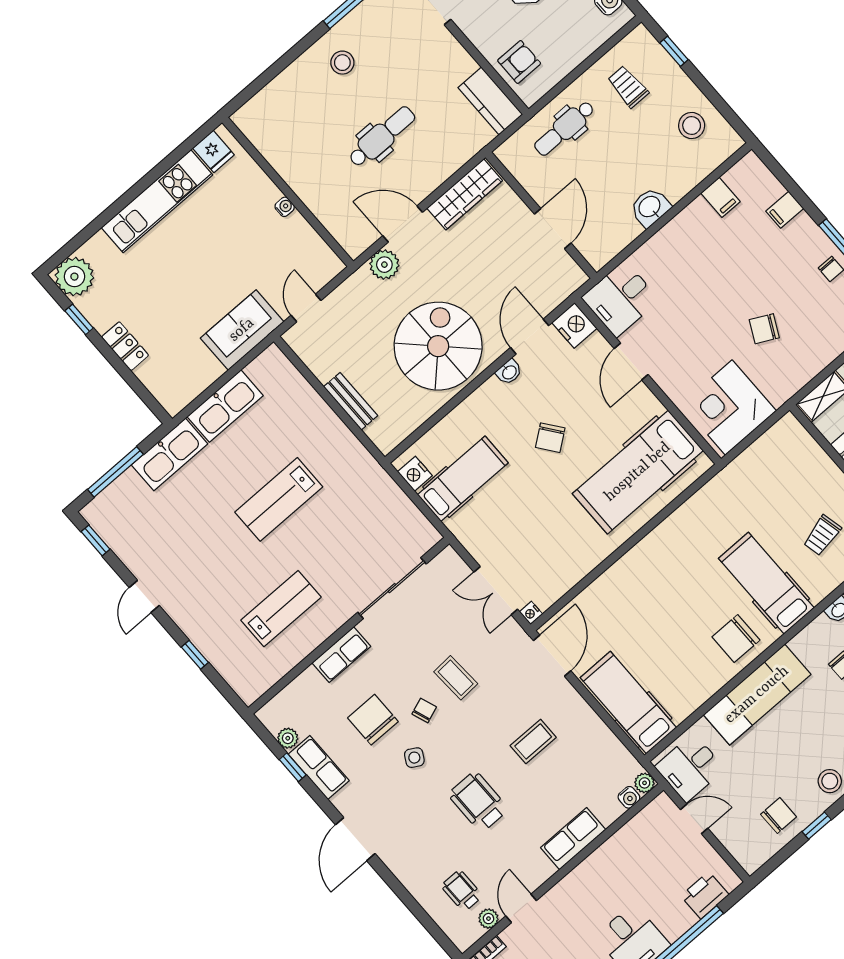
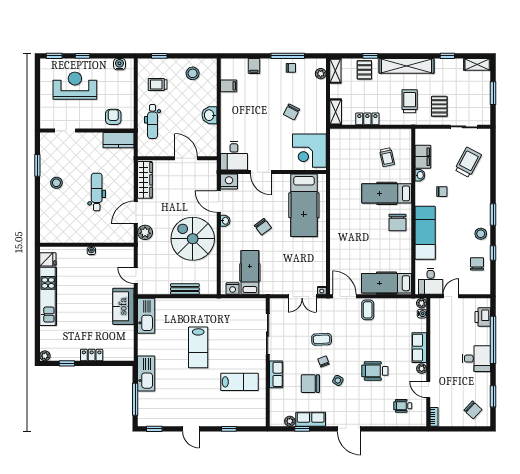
plant: (74, 277) -> (45, 356), width x0.53, depth x0.53
kitchen sink: (225, 406) -> (146, 316), moved
lab bench: (281, 609) -> (239, 382), turned 90
coffee table: (533, 741) -> (368, 310), moved
plant: (488, 919) -> (422, 369), moved

